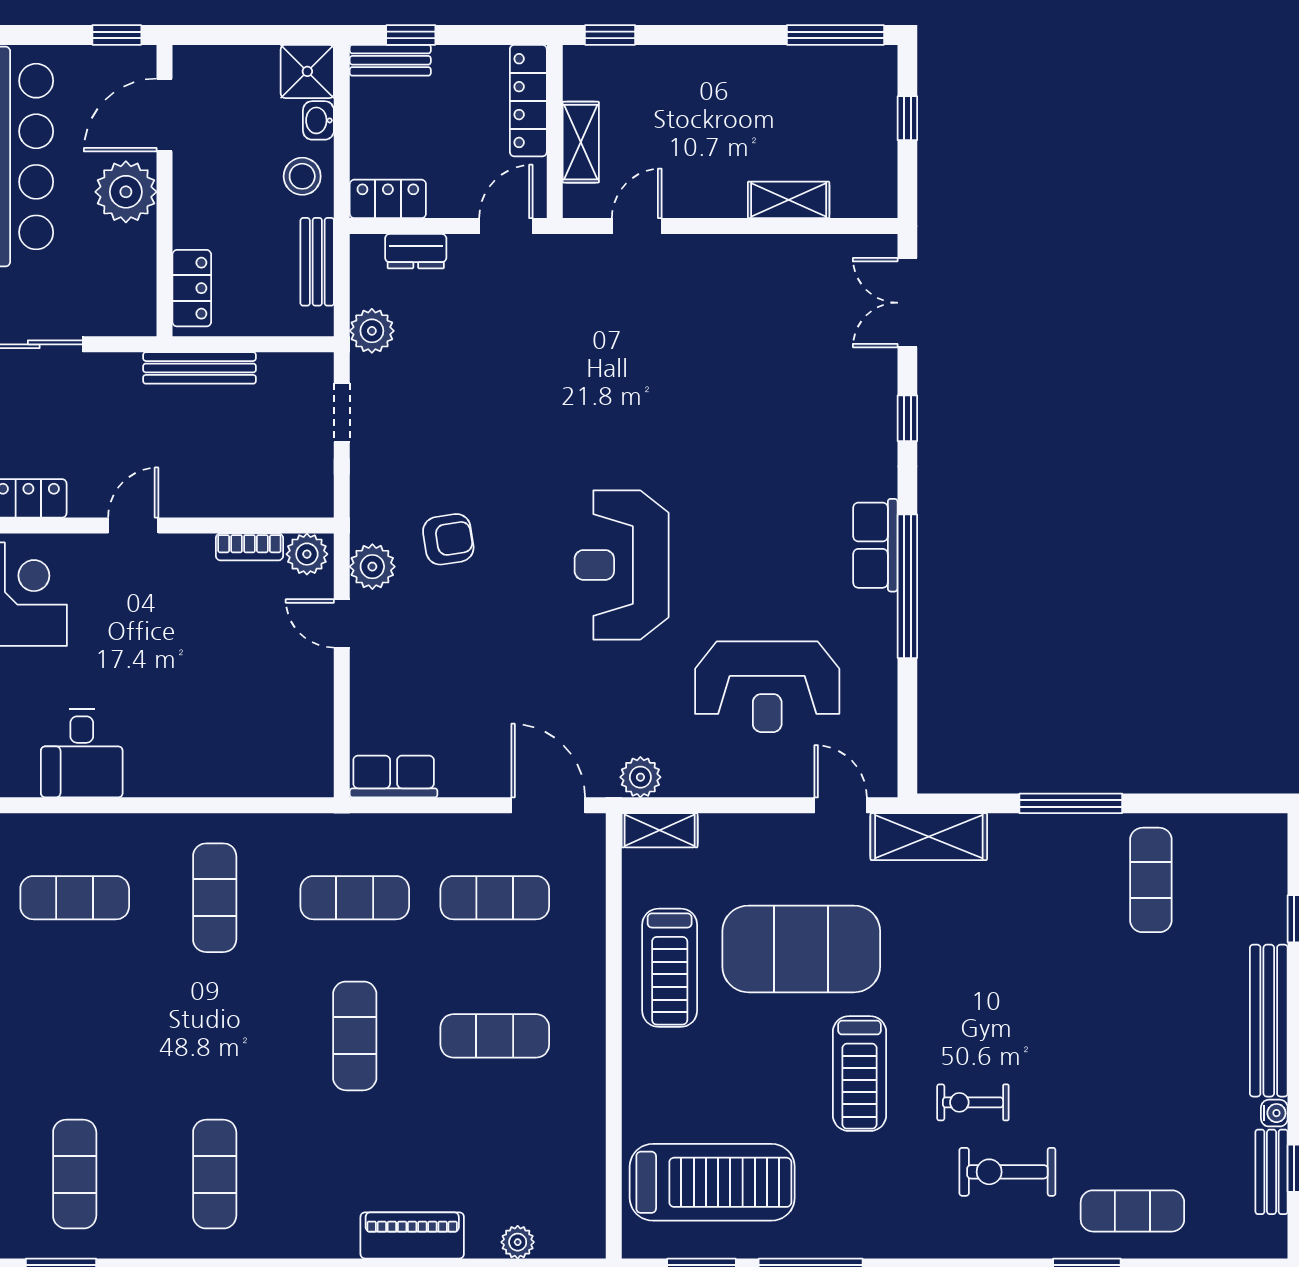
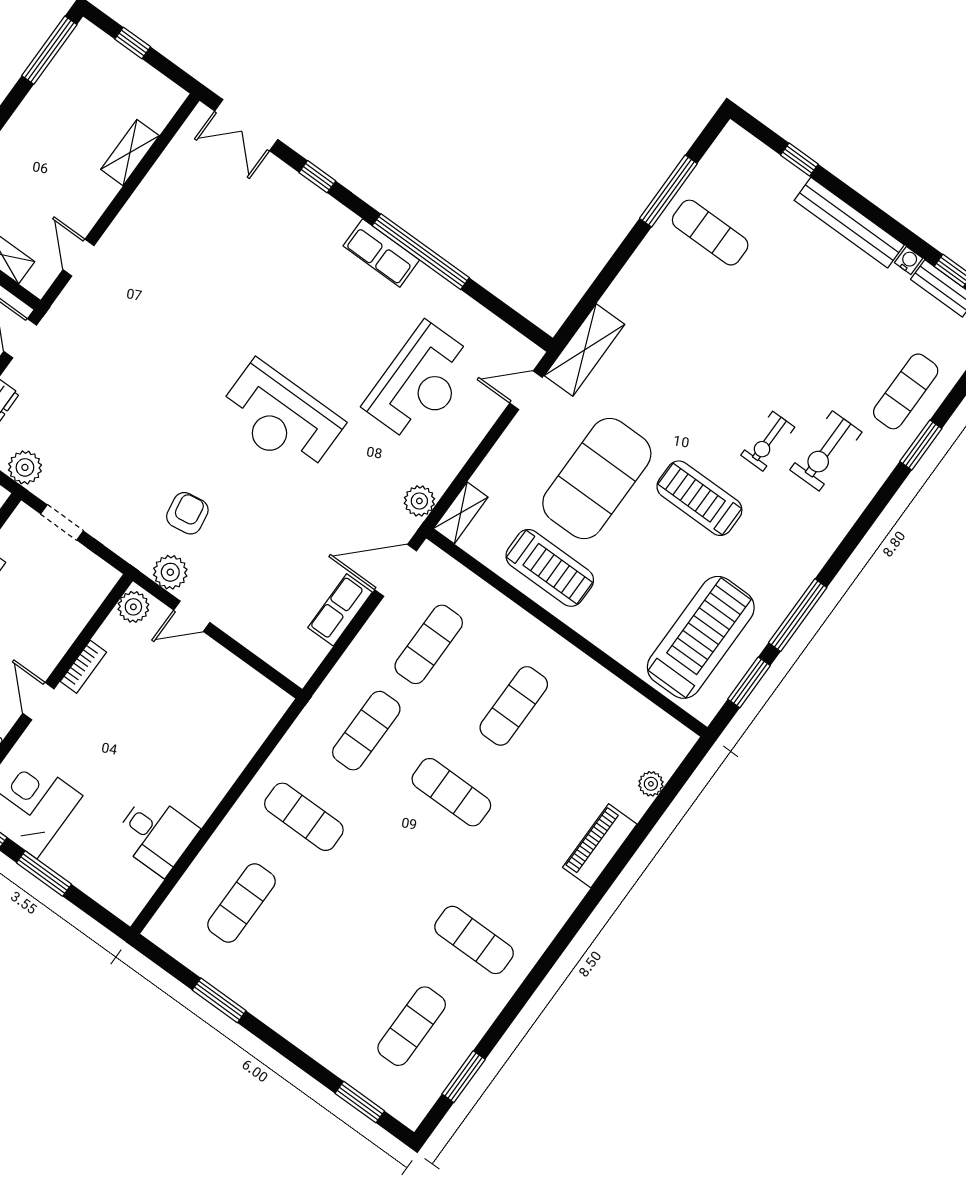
bookcase: (249, 547) -> (83, 667), moved
row of seats: (394, 777) -> (340, 610), moved
window: (1071, 803) -> (668, 191), moved
treadmill: (859, 1074) -> (699, 498), turned 180
exercise mat: (75, 1174) -> (412, 1026), turned 90

